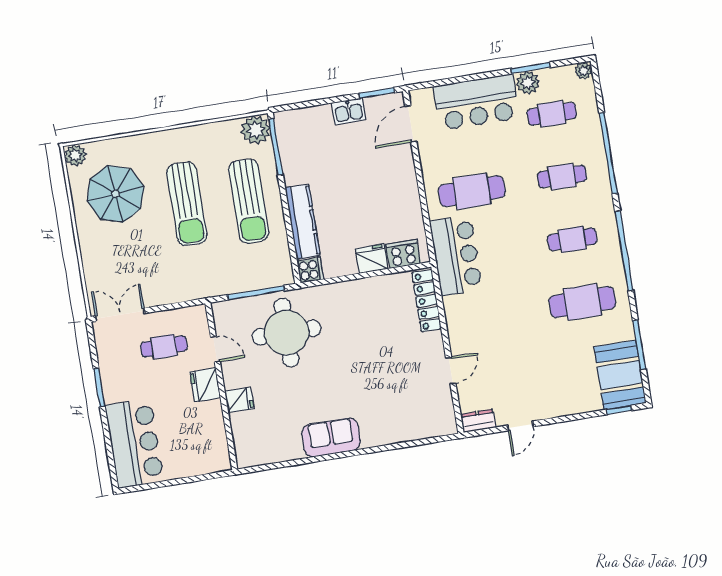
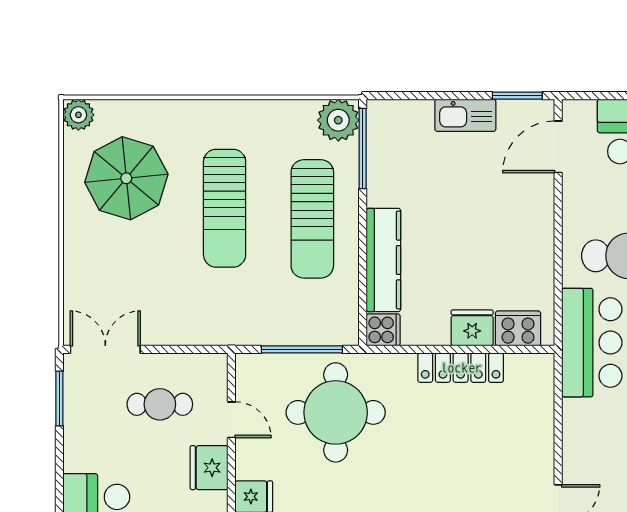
kitchen sink: (349, 111) -> (465, 115), width x1.38
locker: (427, 301) -> (461, 368), moved, turned -90
window: (99, 387) -> (59, 398), moved

